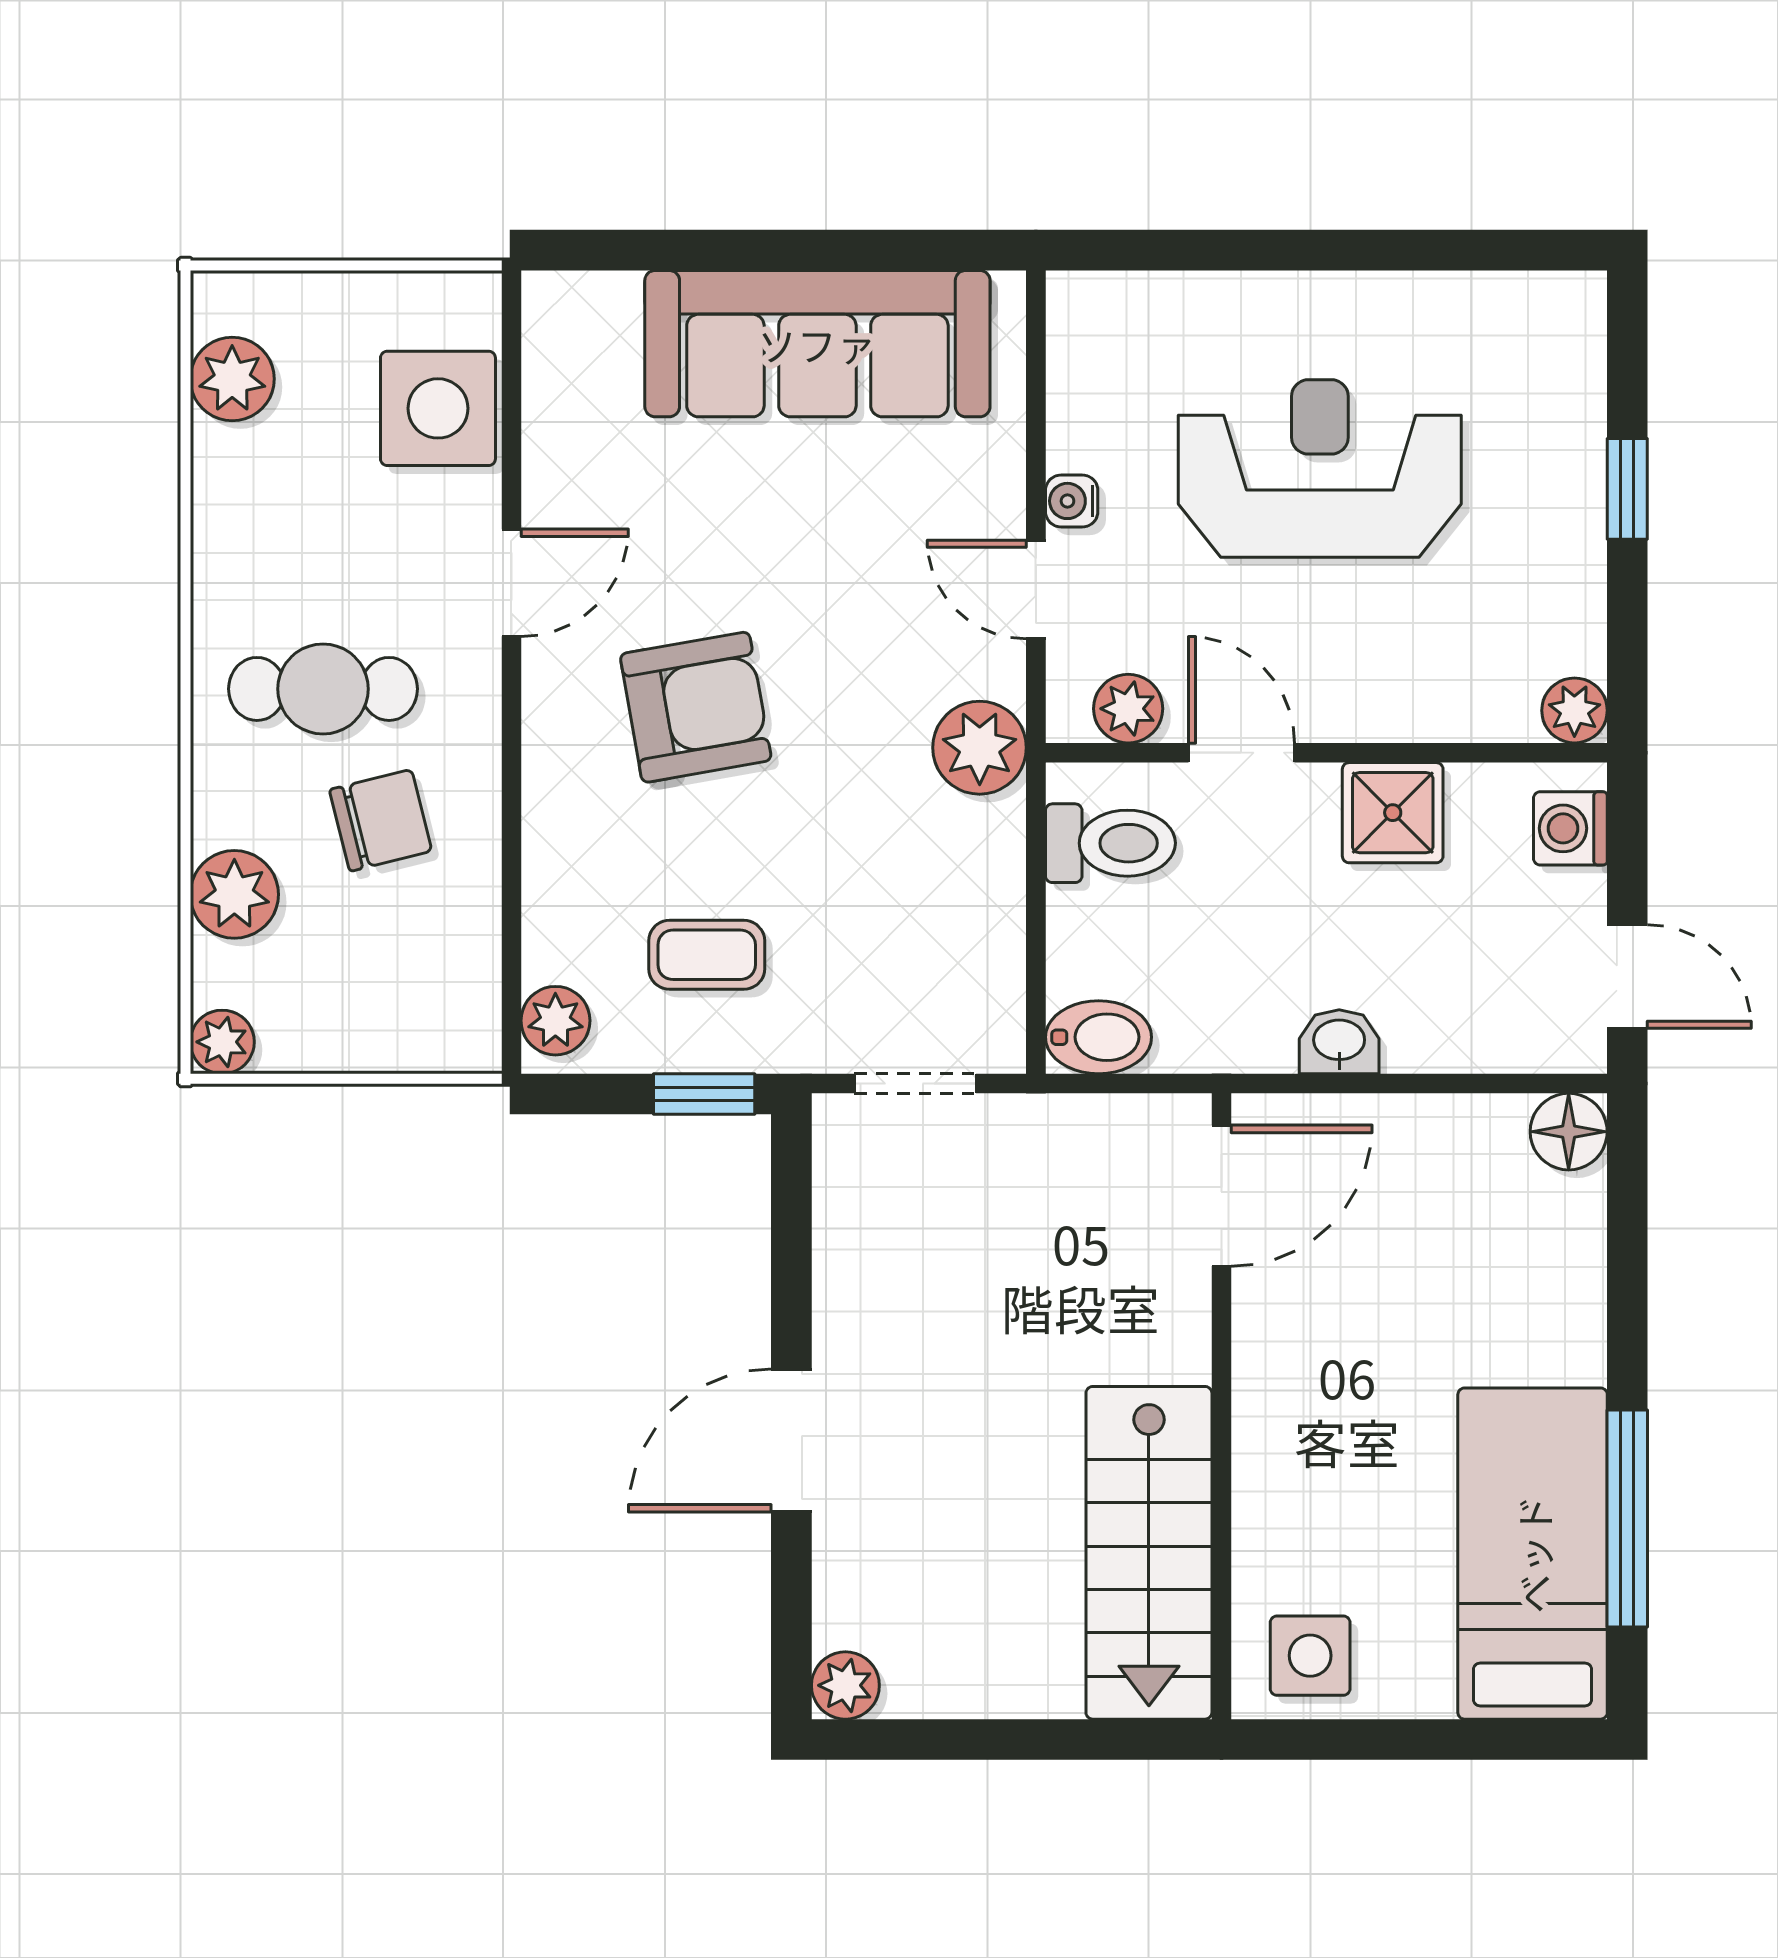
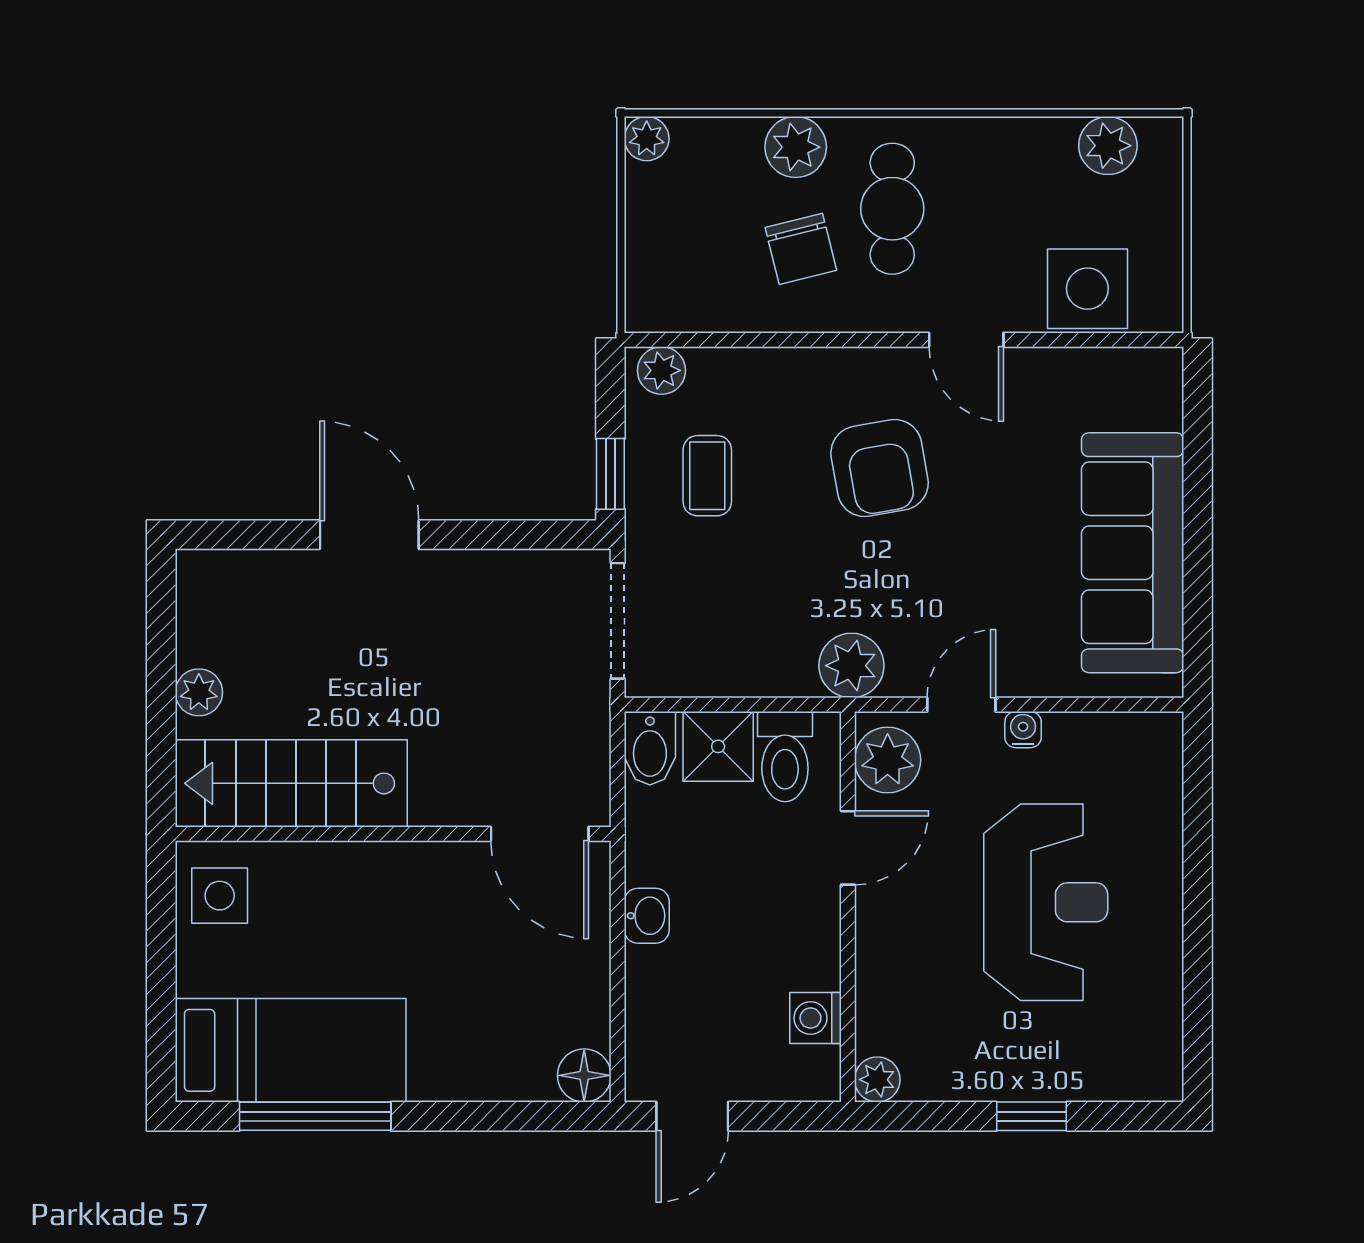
plant: (1128, 709) -> (888, 760), width x1.38, depth x1.38
shower: (1393, 813) -> (718, 746), moved
washing machine: (1570, 828) -> (816, 1018), moved, turned -90
plant: (234, 894) -> (796, 147), moved
doorway: (915, 1084) -> (618, 621), width x1.38
plant: (845, 1685) -> (199, 692), moved

